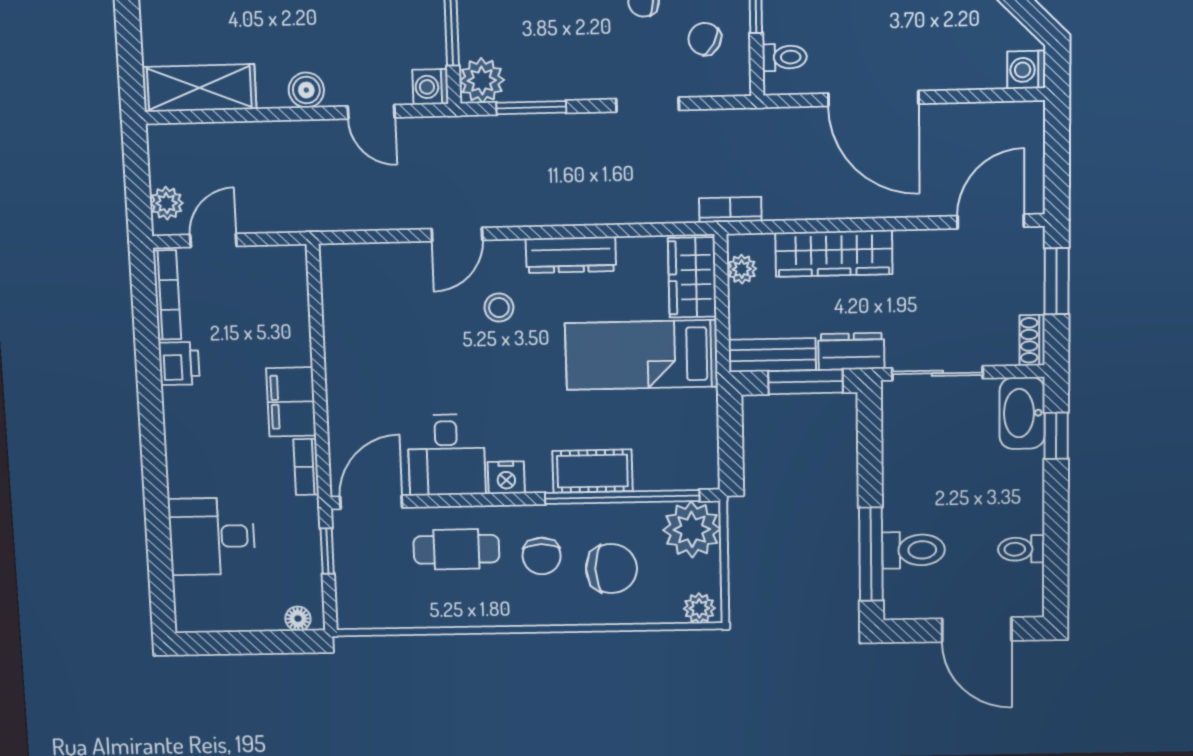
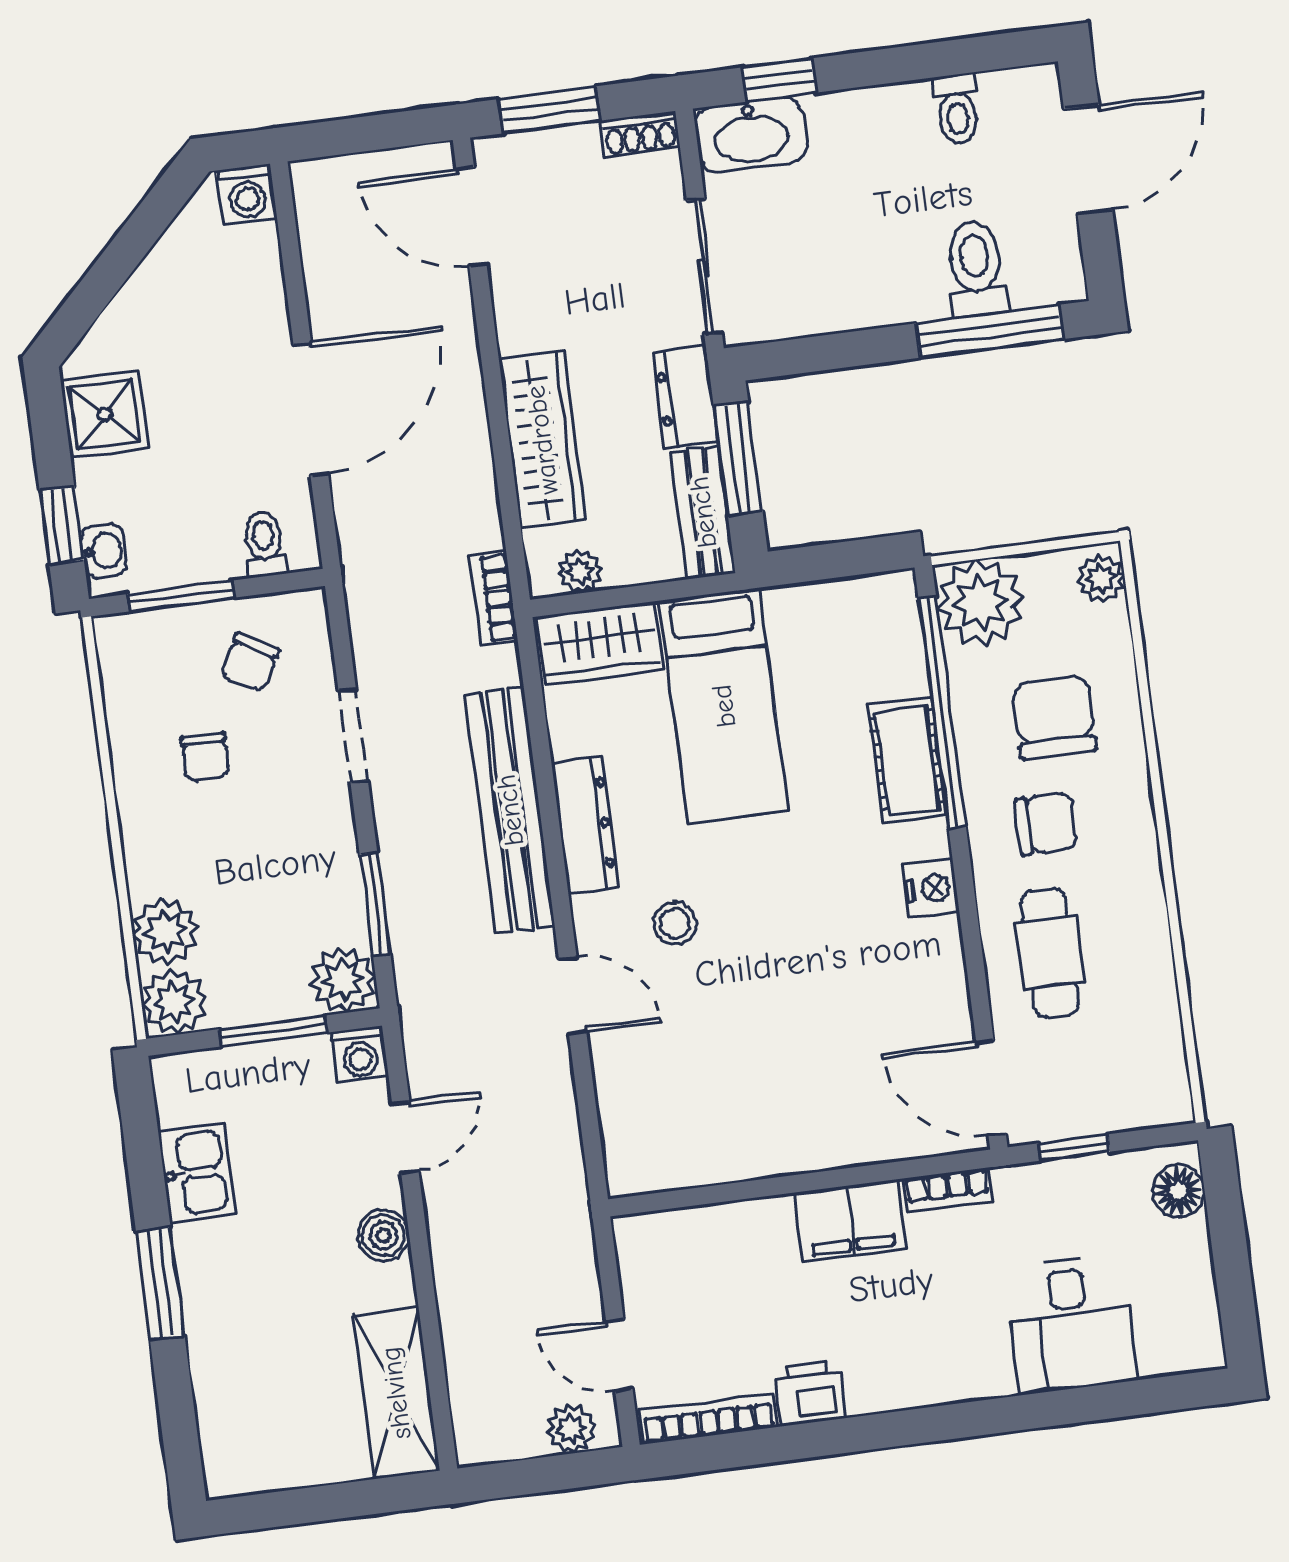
bench: (586, 205) -> (510, 810), added
desk: (446, 455) -> (906, 981), removed
floor lamp: (298, 619) -> (1178, 1191), width x1.37, depth x1.37

